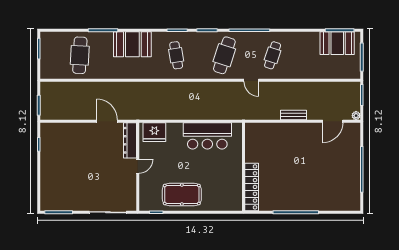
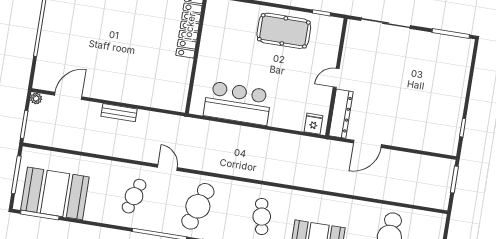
booth: (337, 43) -> (55, 193), width x1.36, depth x1.42
door: (107, 121) -> (367, 144), hinge flipped
fridge: (154, 132) -> (313, 124), width x0.53, depth x0.75

